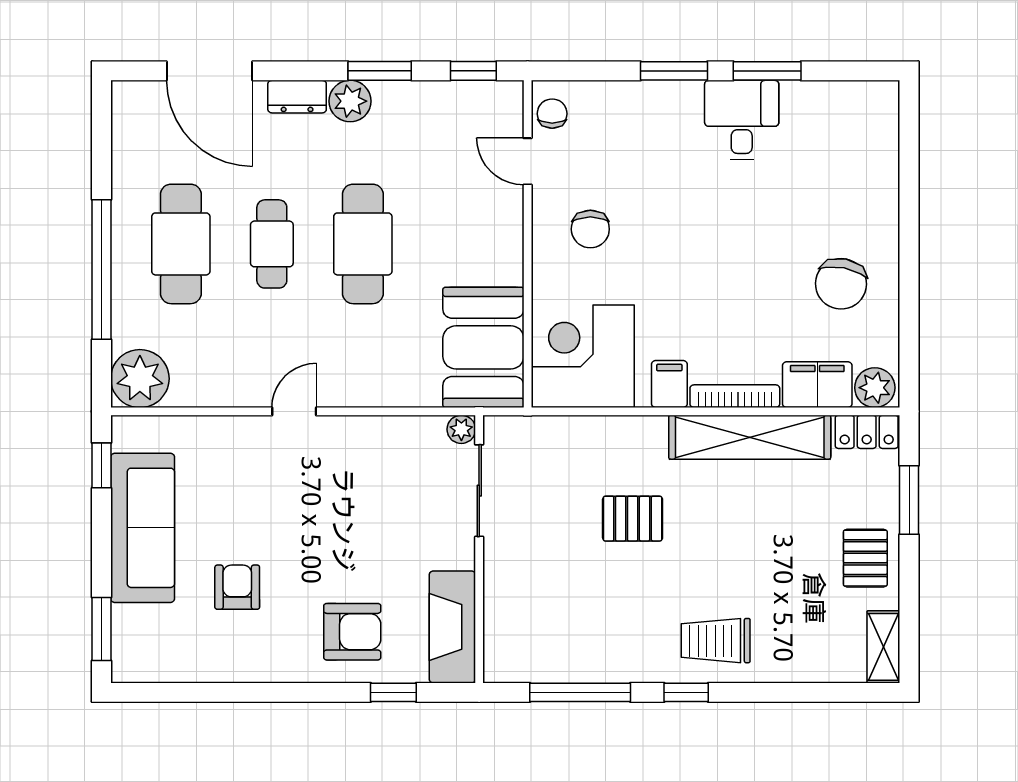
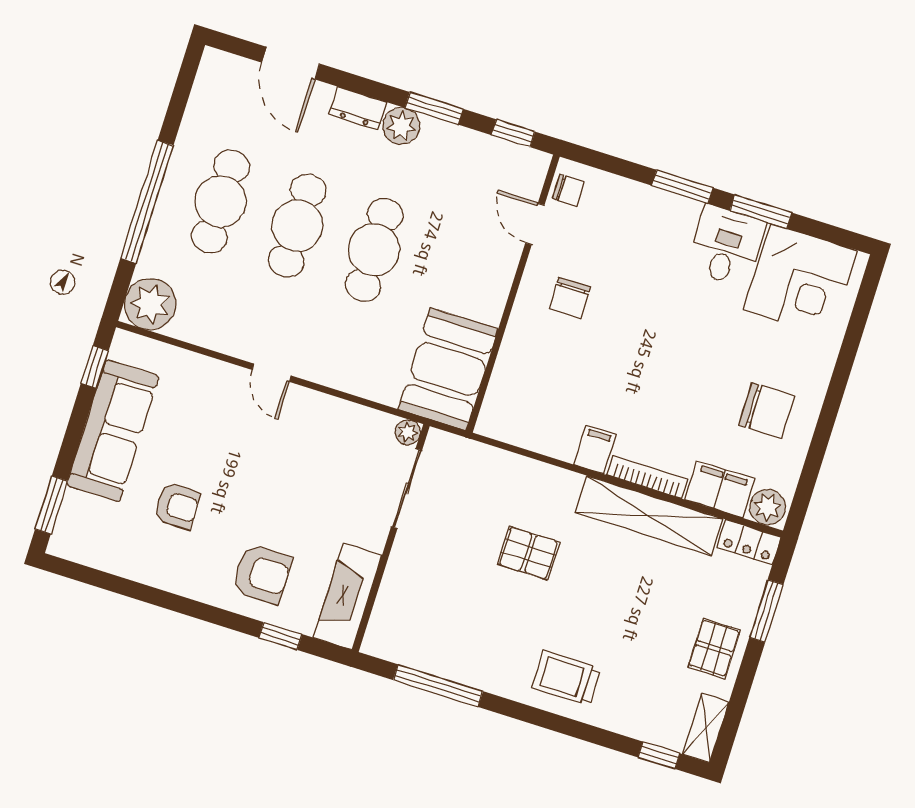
door: (209, 71) -> (291, 63), width x0.73
chair: (552, 114) -> (568, 190), turned 90
cafe table: (272, 244) -> (297, 226), width x1.37, depth x1.35
chair: (841, 284) -> (767, 411), turned -101
corner desk: (583, 356) -> (800, 280), moved, turned 180
door: (294, 411) -> (272, 373), swing flipped
armchair: (237, 587) -> (177, 506), turned 90
window: (686, 692) -> (659, 755), moved

